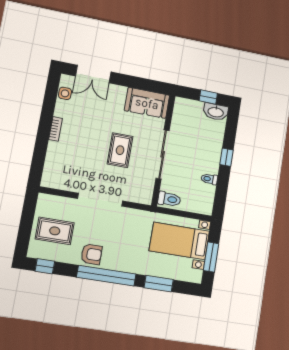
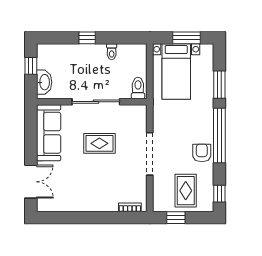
side table: (65, 93) -> (55, 205), removed
sofa: (147, 103) -> (49, 133), width x1.36
washbasin: (216, 112) -> (44, 82), moved
bookcase: (56, 129) -> (130, 207), moved
window: (28, 216) -> (176, 218), added

